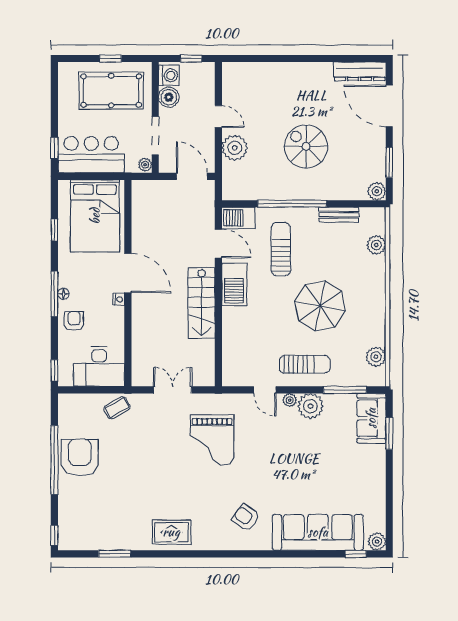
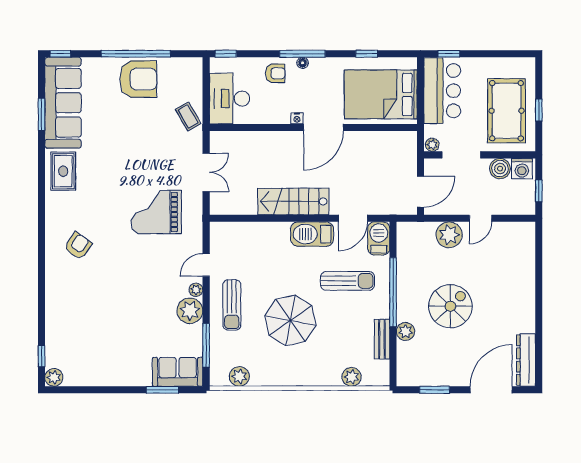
plant: (377, 191) -> (406, 331), moved
sofa: (318, 532) -> (63, 103), moved

